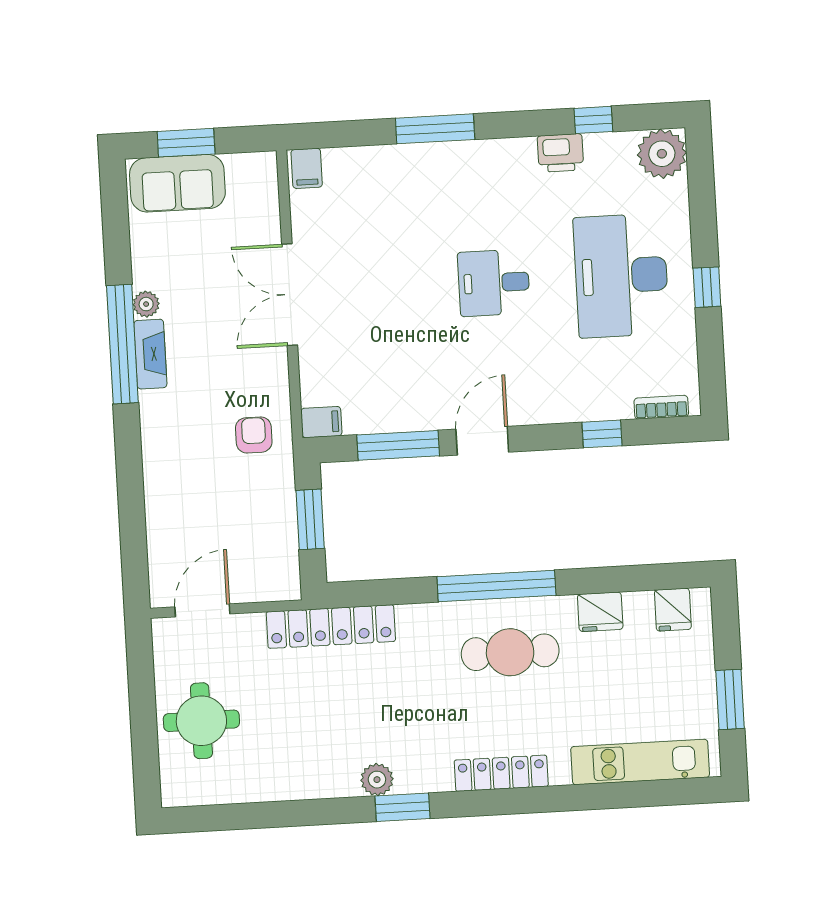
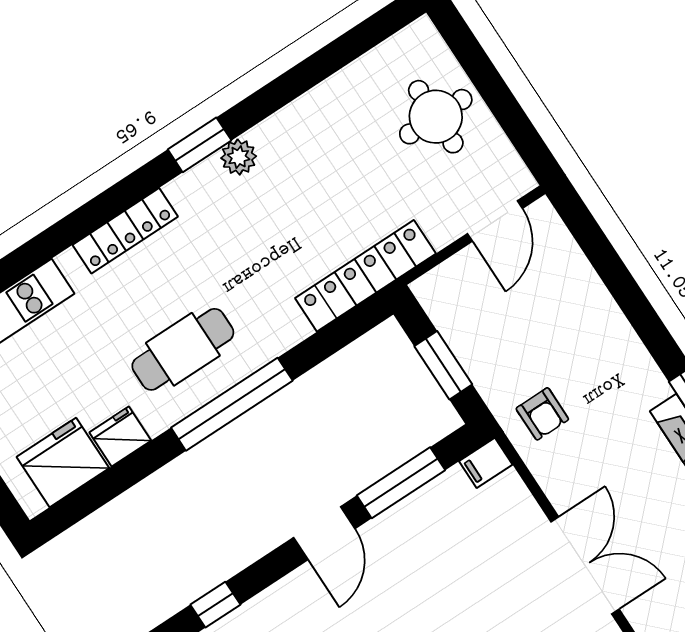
fridge: (673, 610) -> (63, 462), width x1.88, depth x1.34

